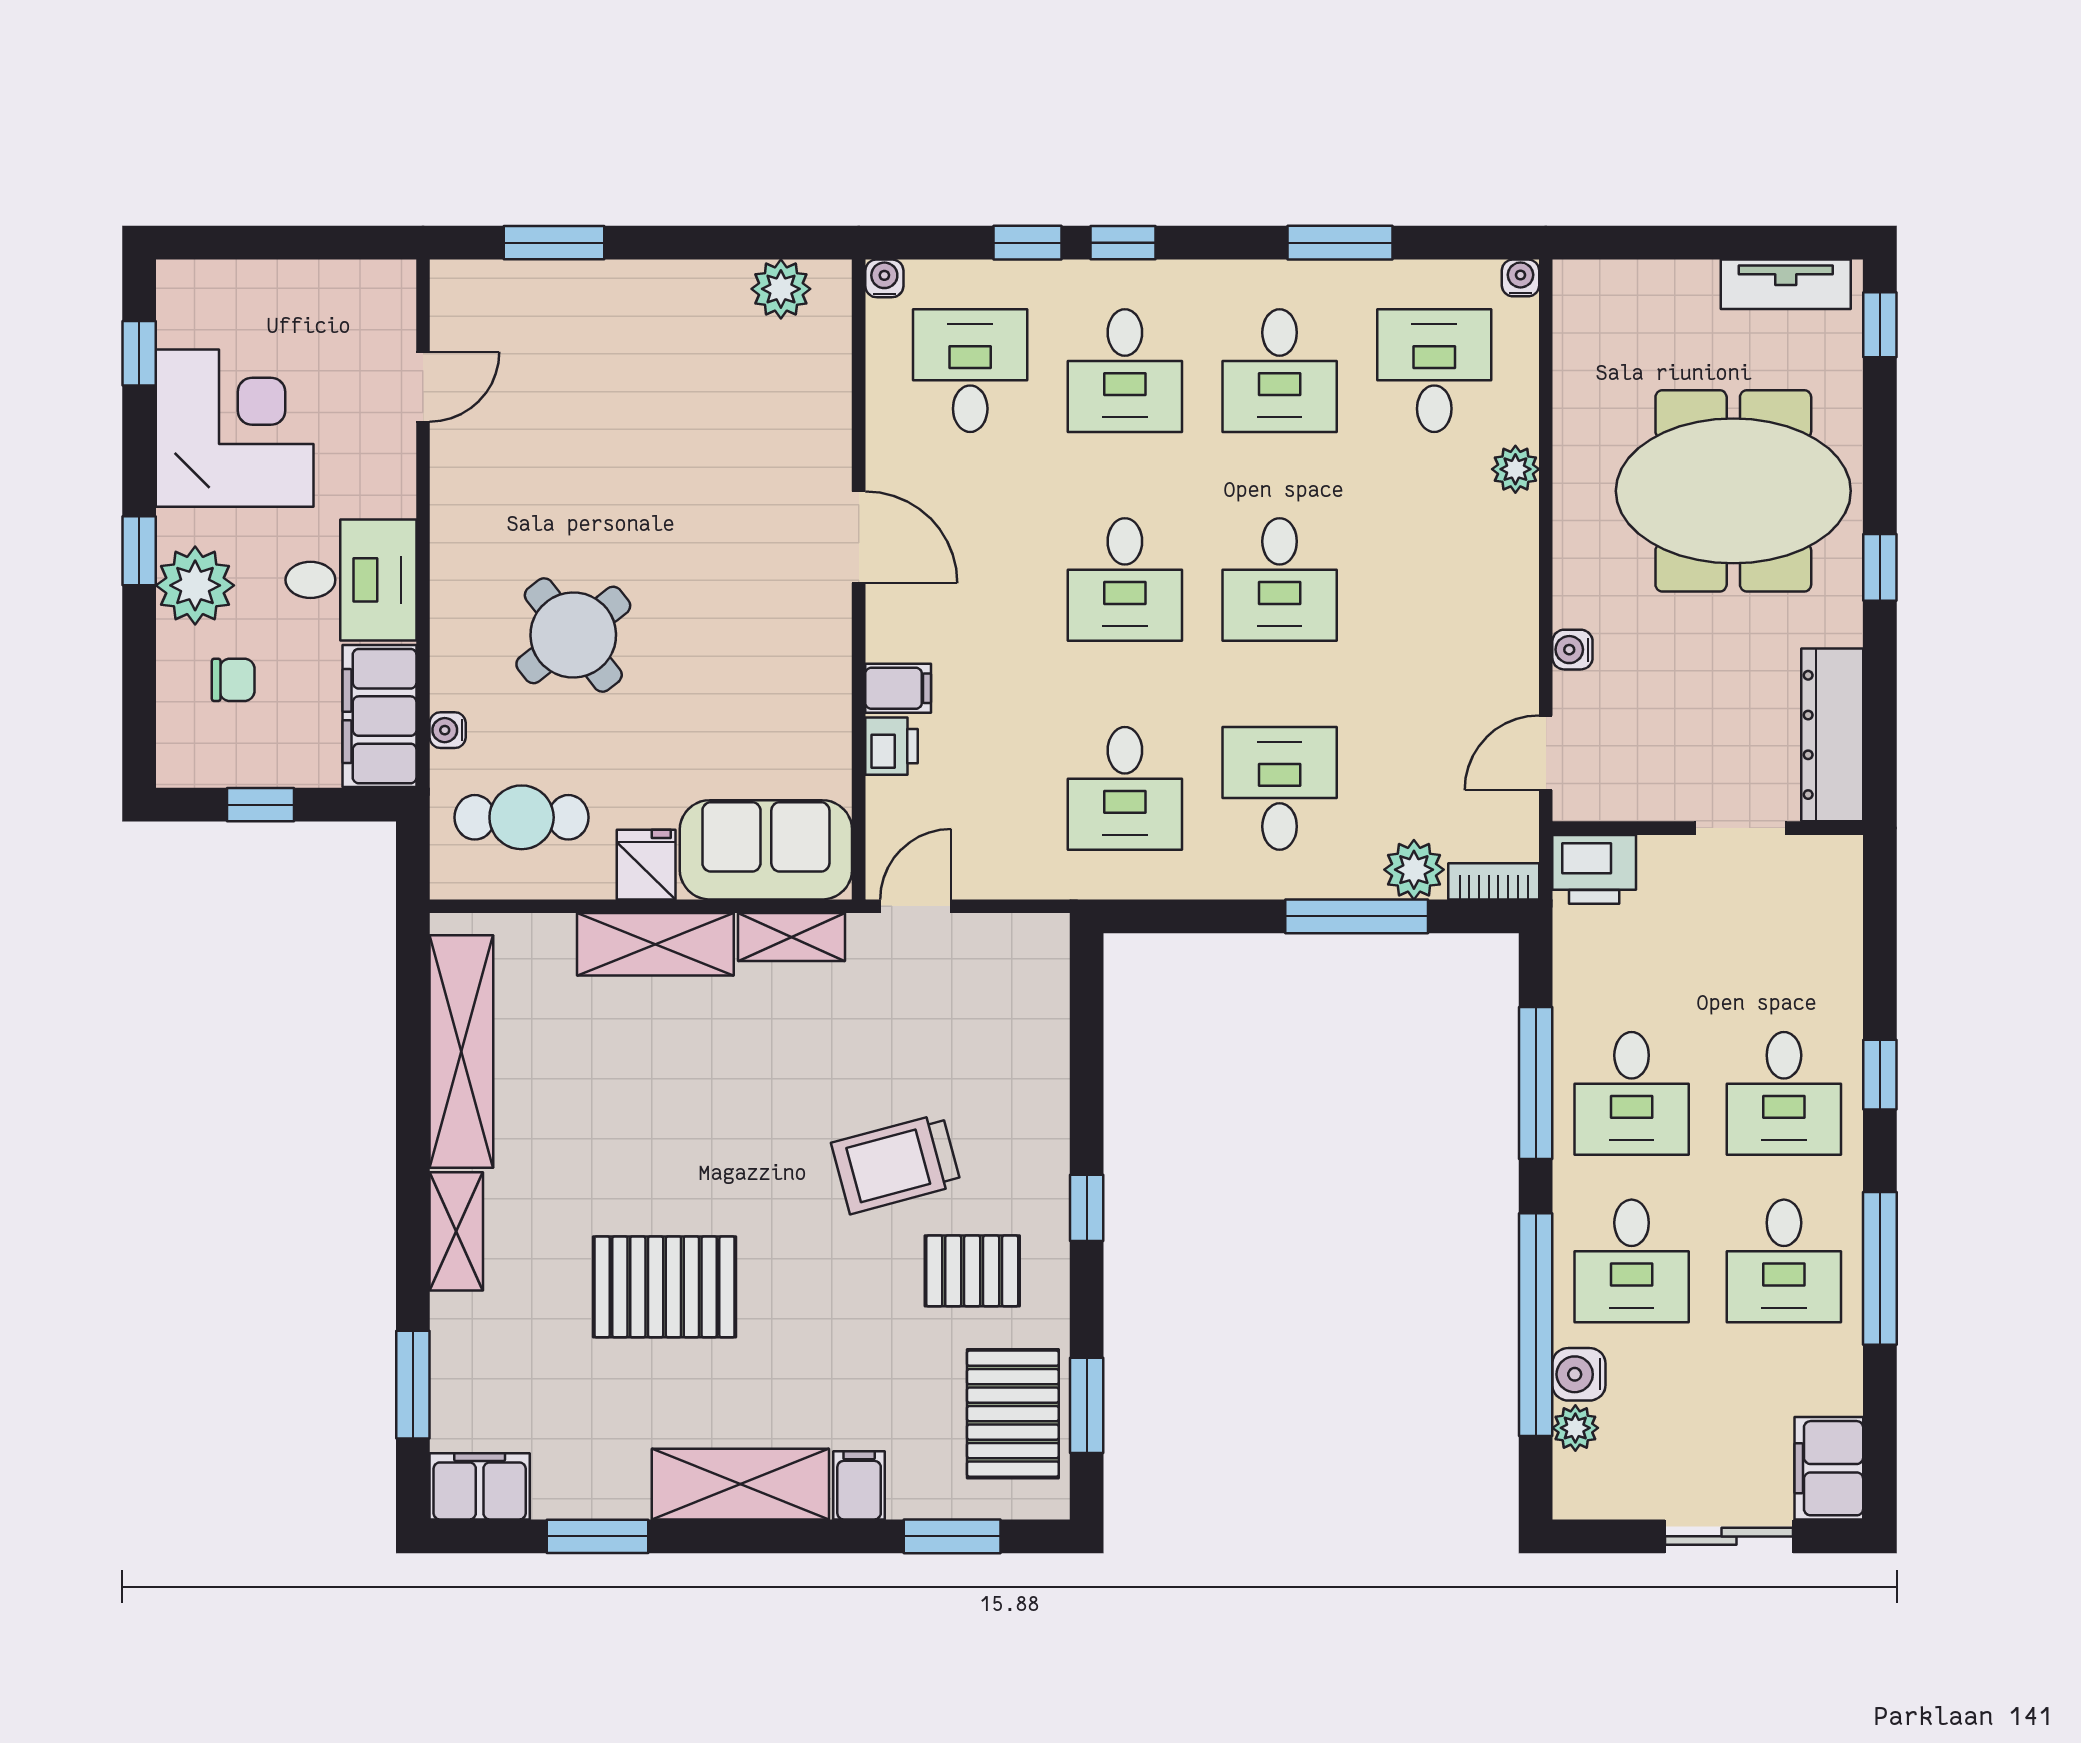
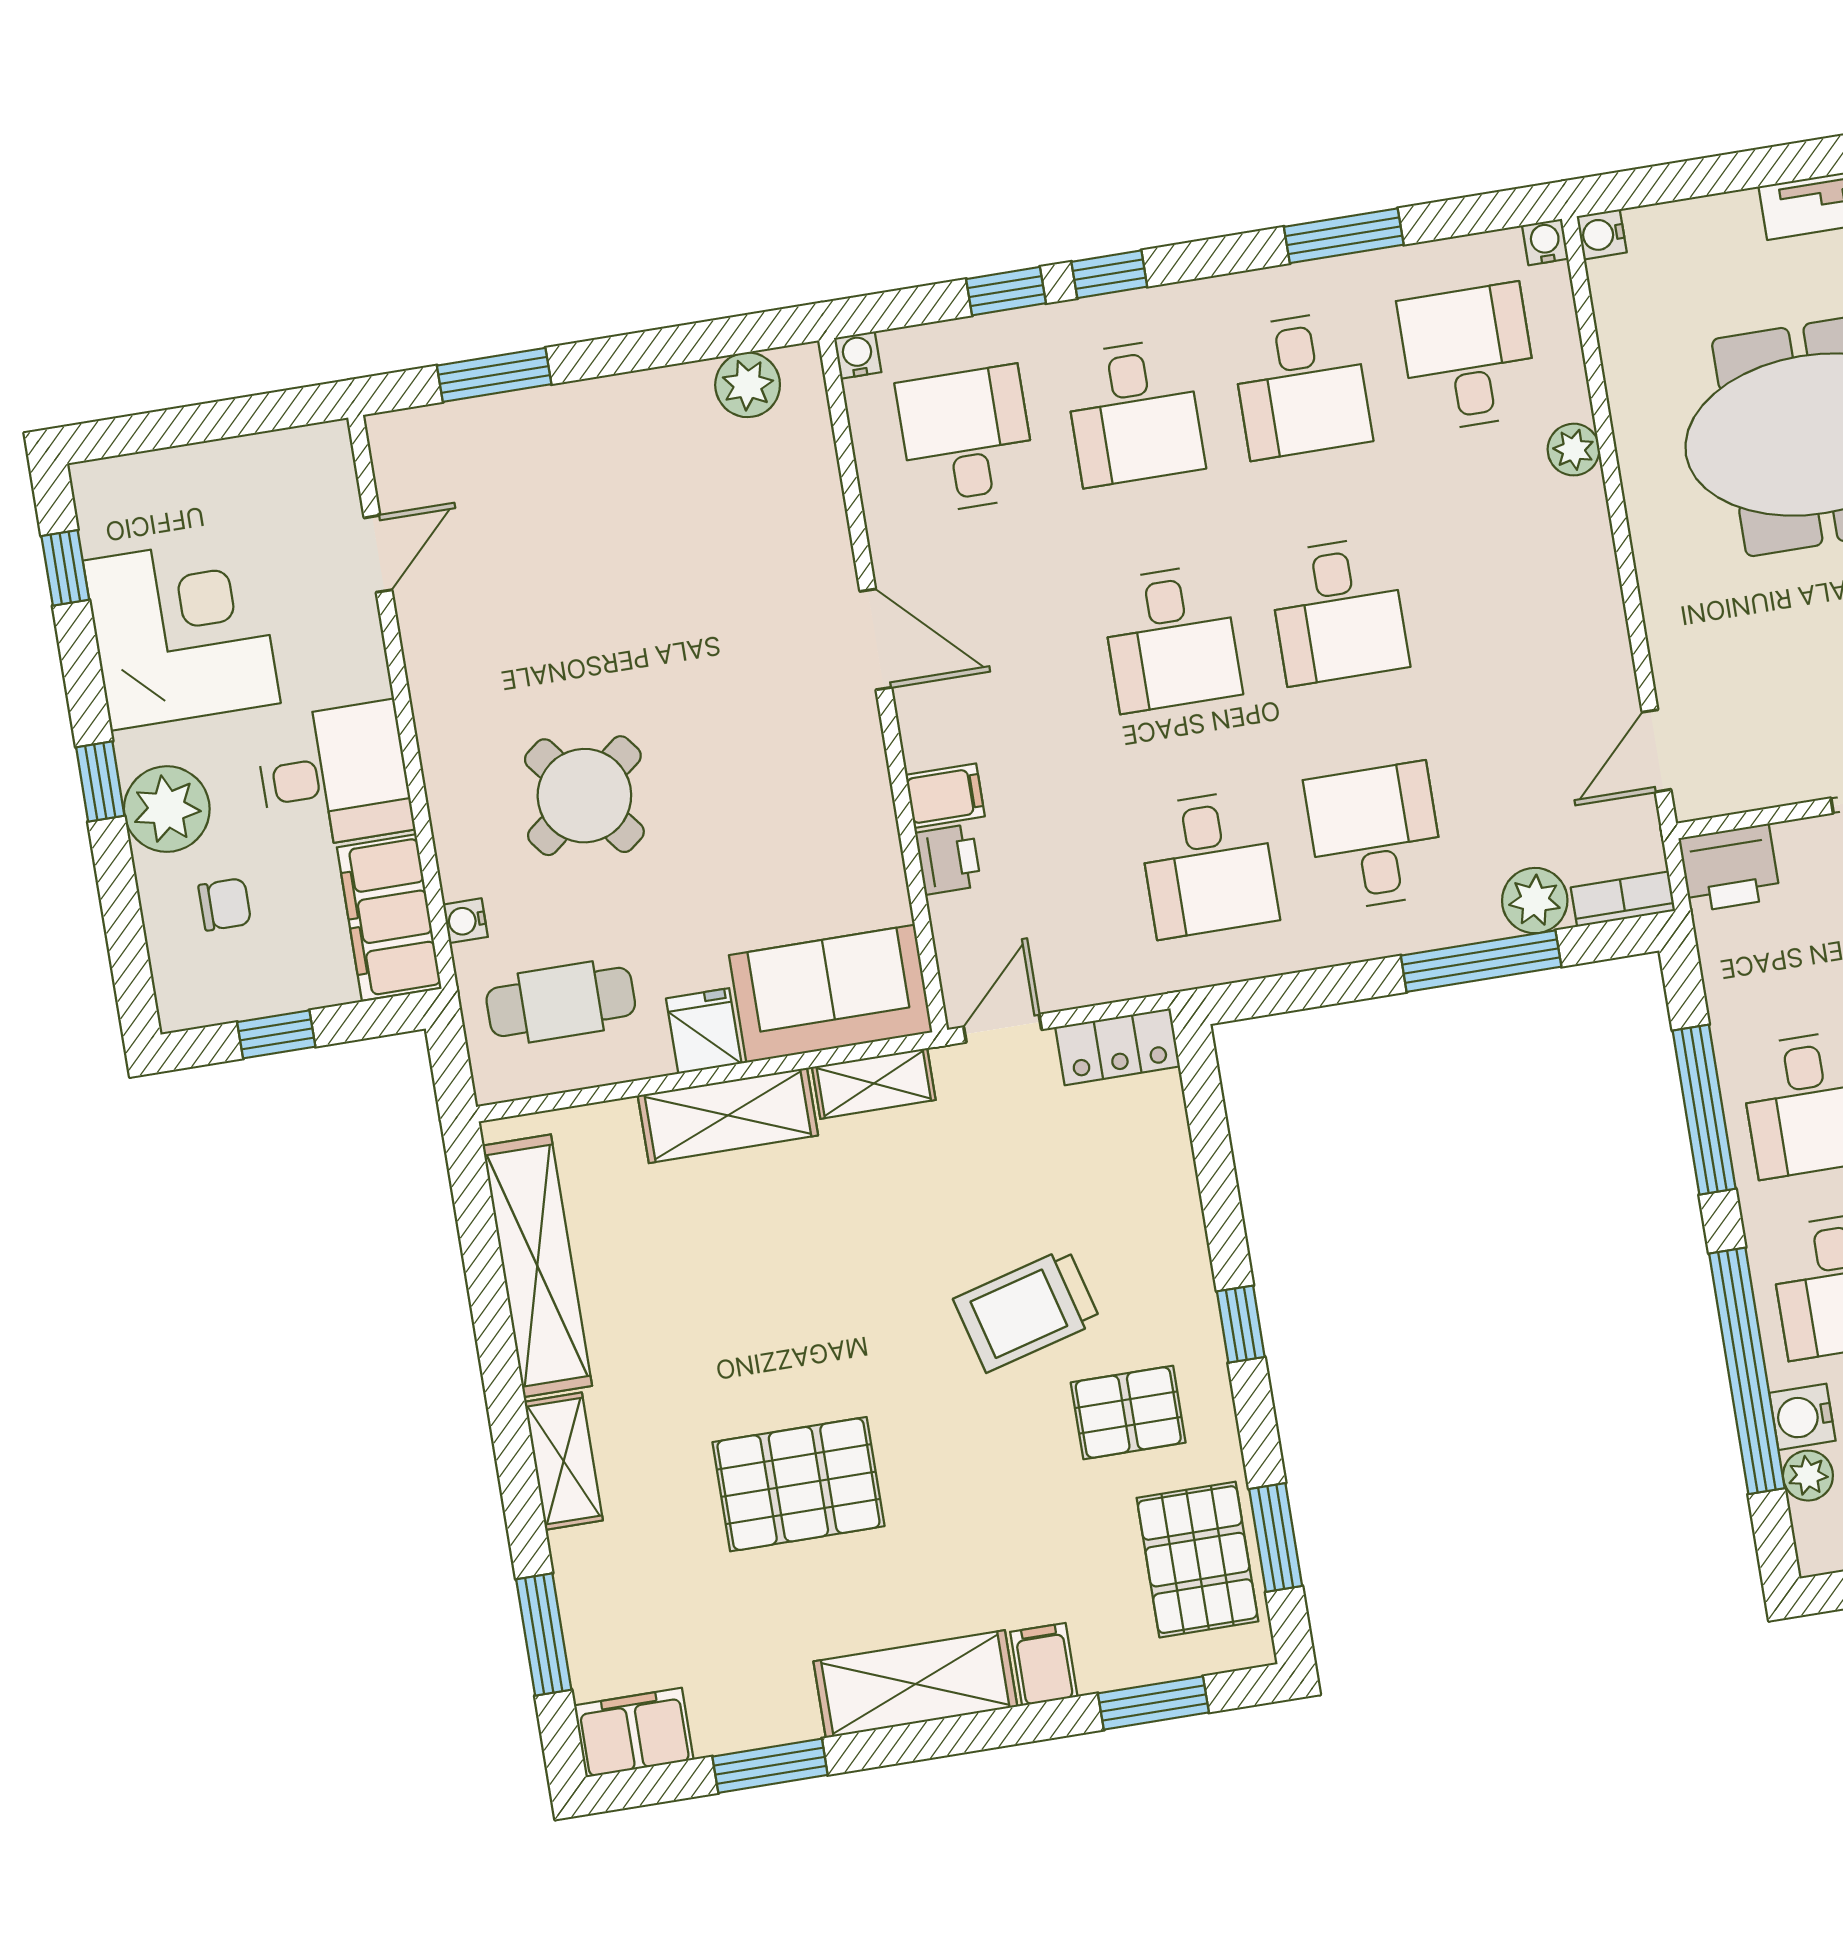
water cooler: (1572, 650) -> (1602, 234), moved
locker: (1017, 940) -> (1118, 1047), added

